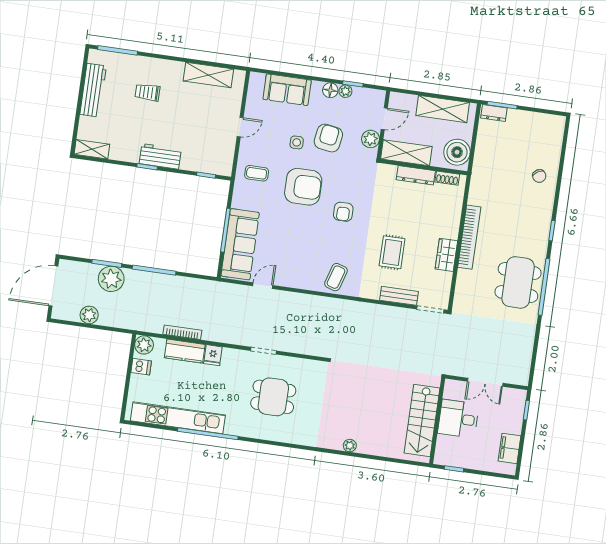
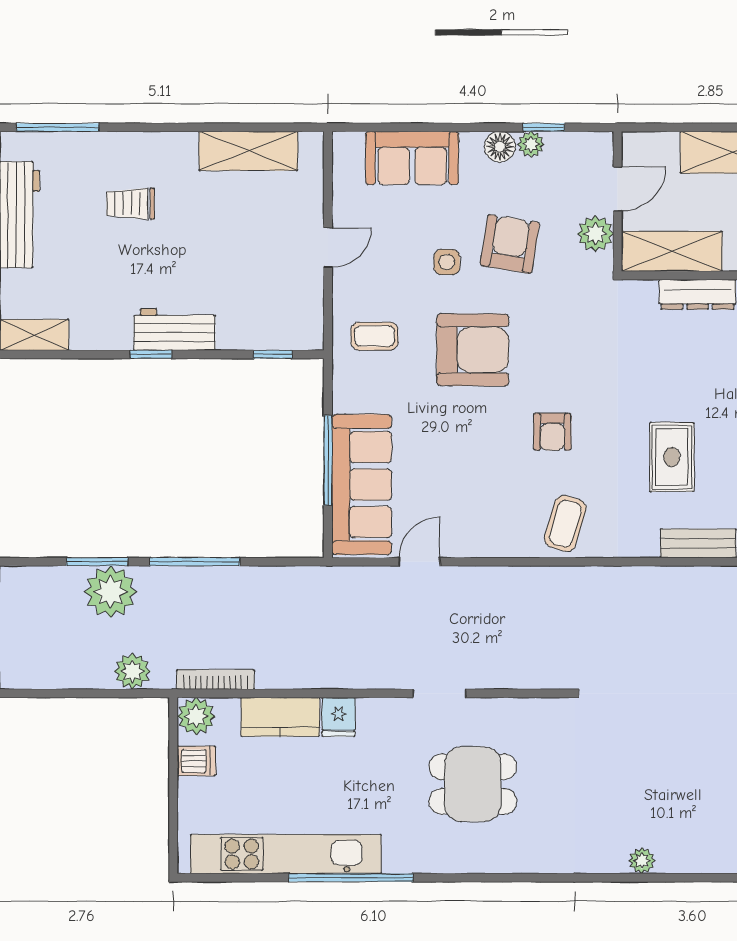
armchair: (343, 212) -> (552, 432), moved
plant: (89, 315) -> (132, 671), moved
bookcase: (182, 332) -> (216, 679), moved

